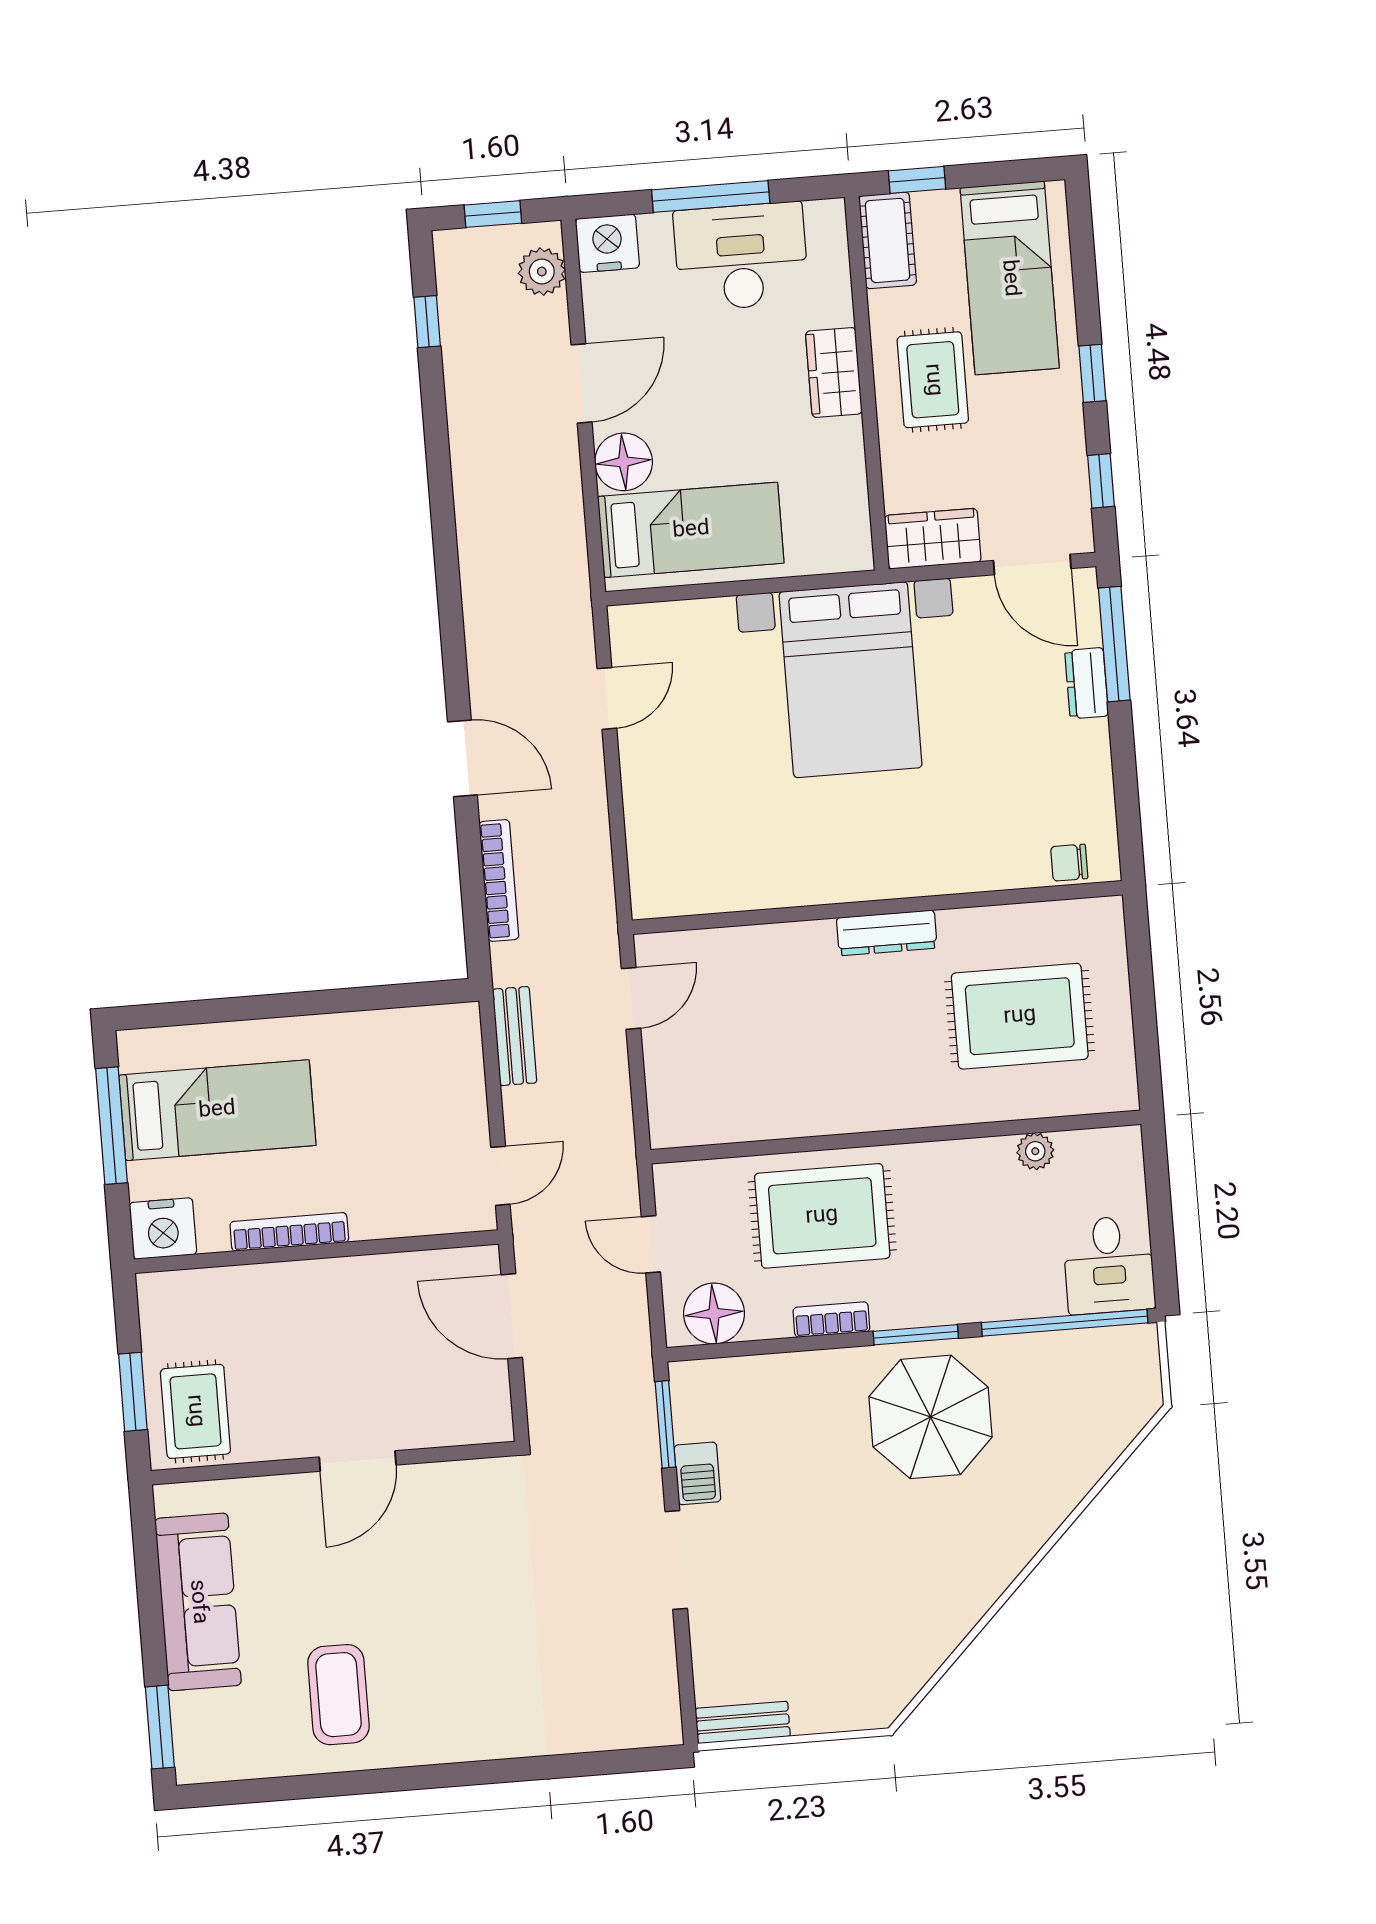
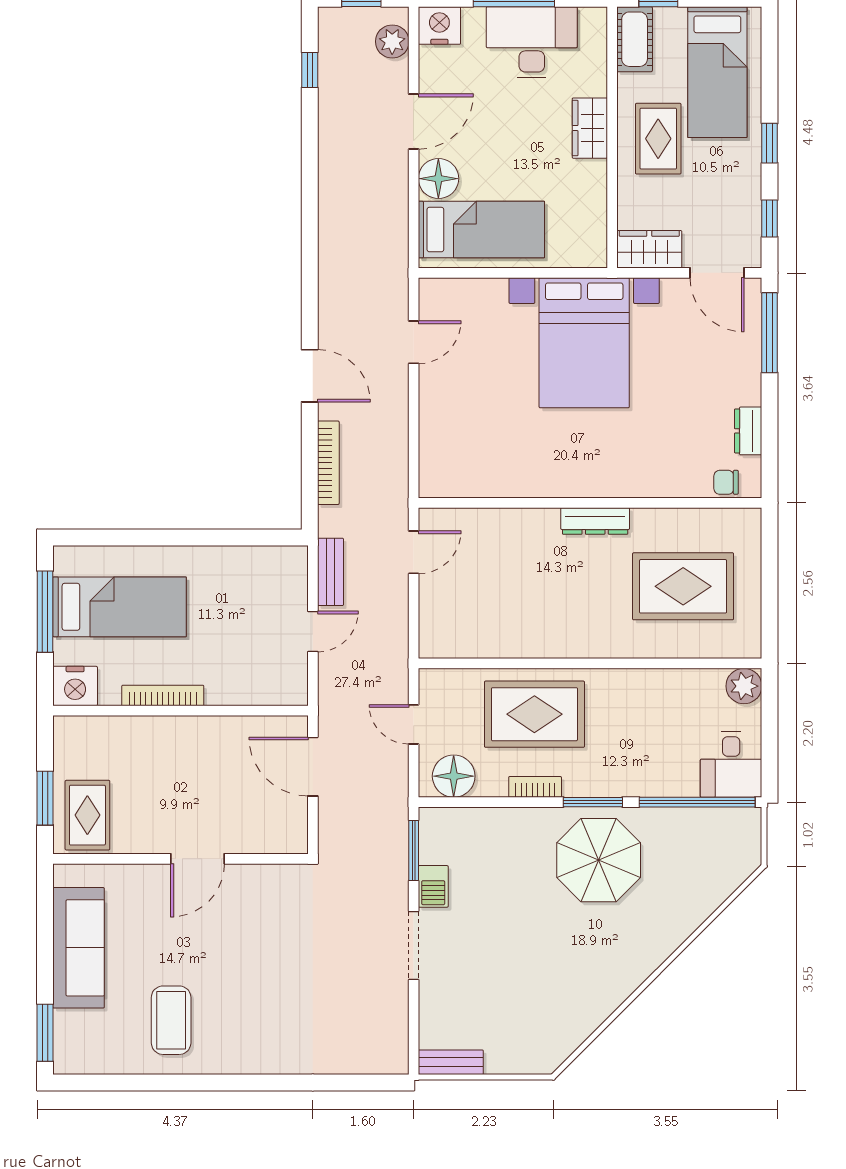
dresser: (1087, 683) -> (748, 431), moved
plant: (1035, 1151) -> (744, 686), moved, width x1.38, depth x1.38
door: (500, 1176) -> (313, 632), moved

